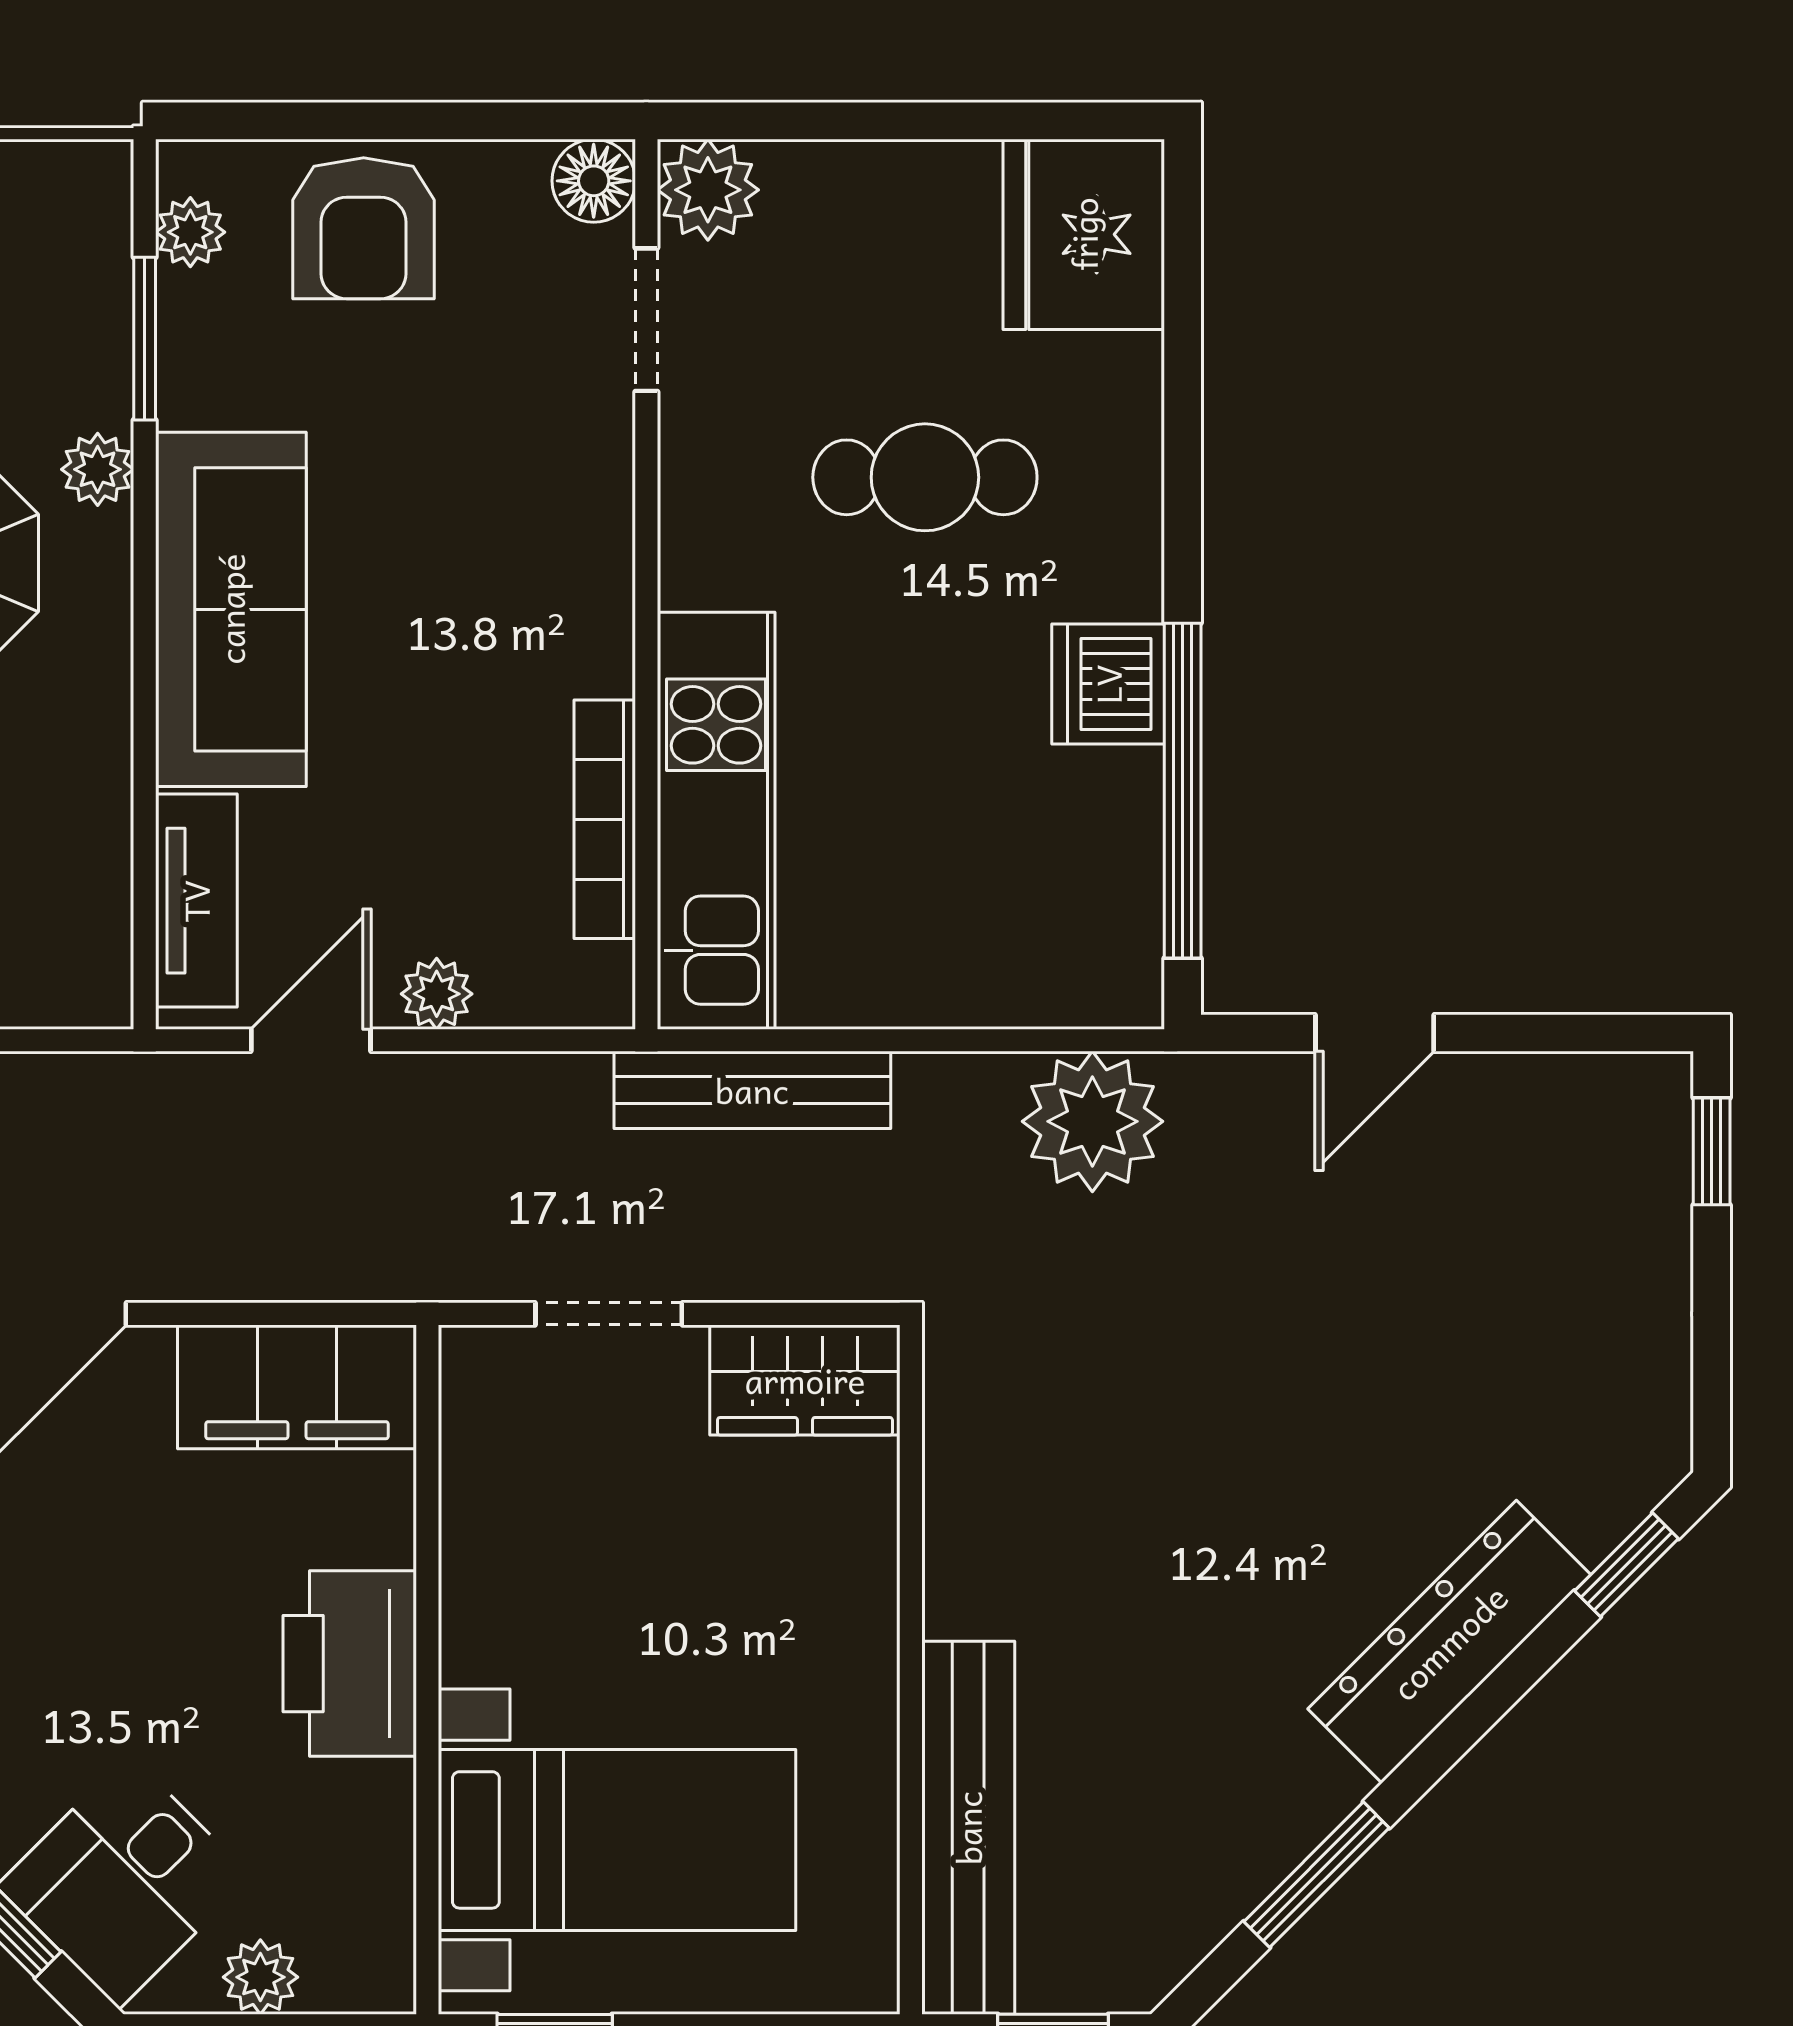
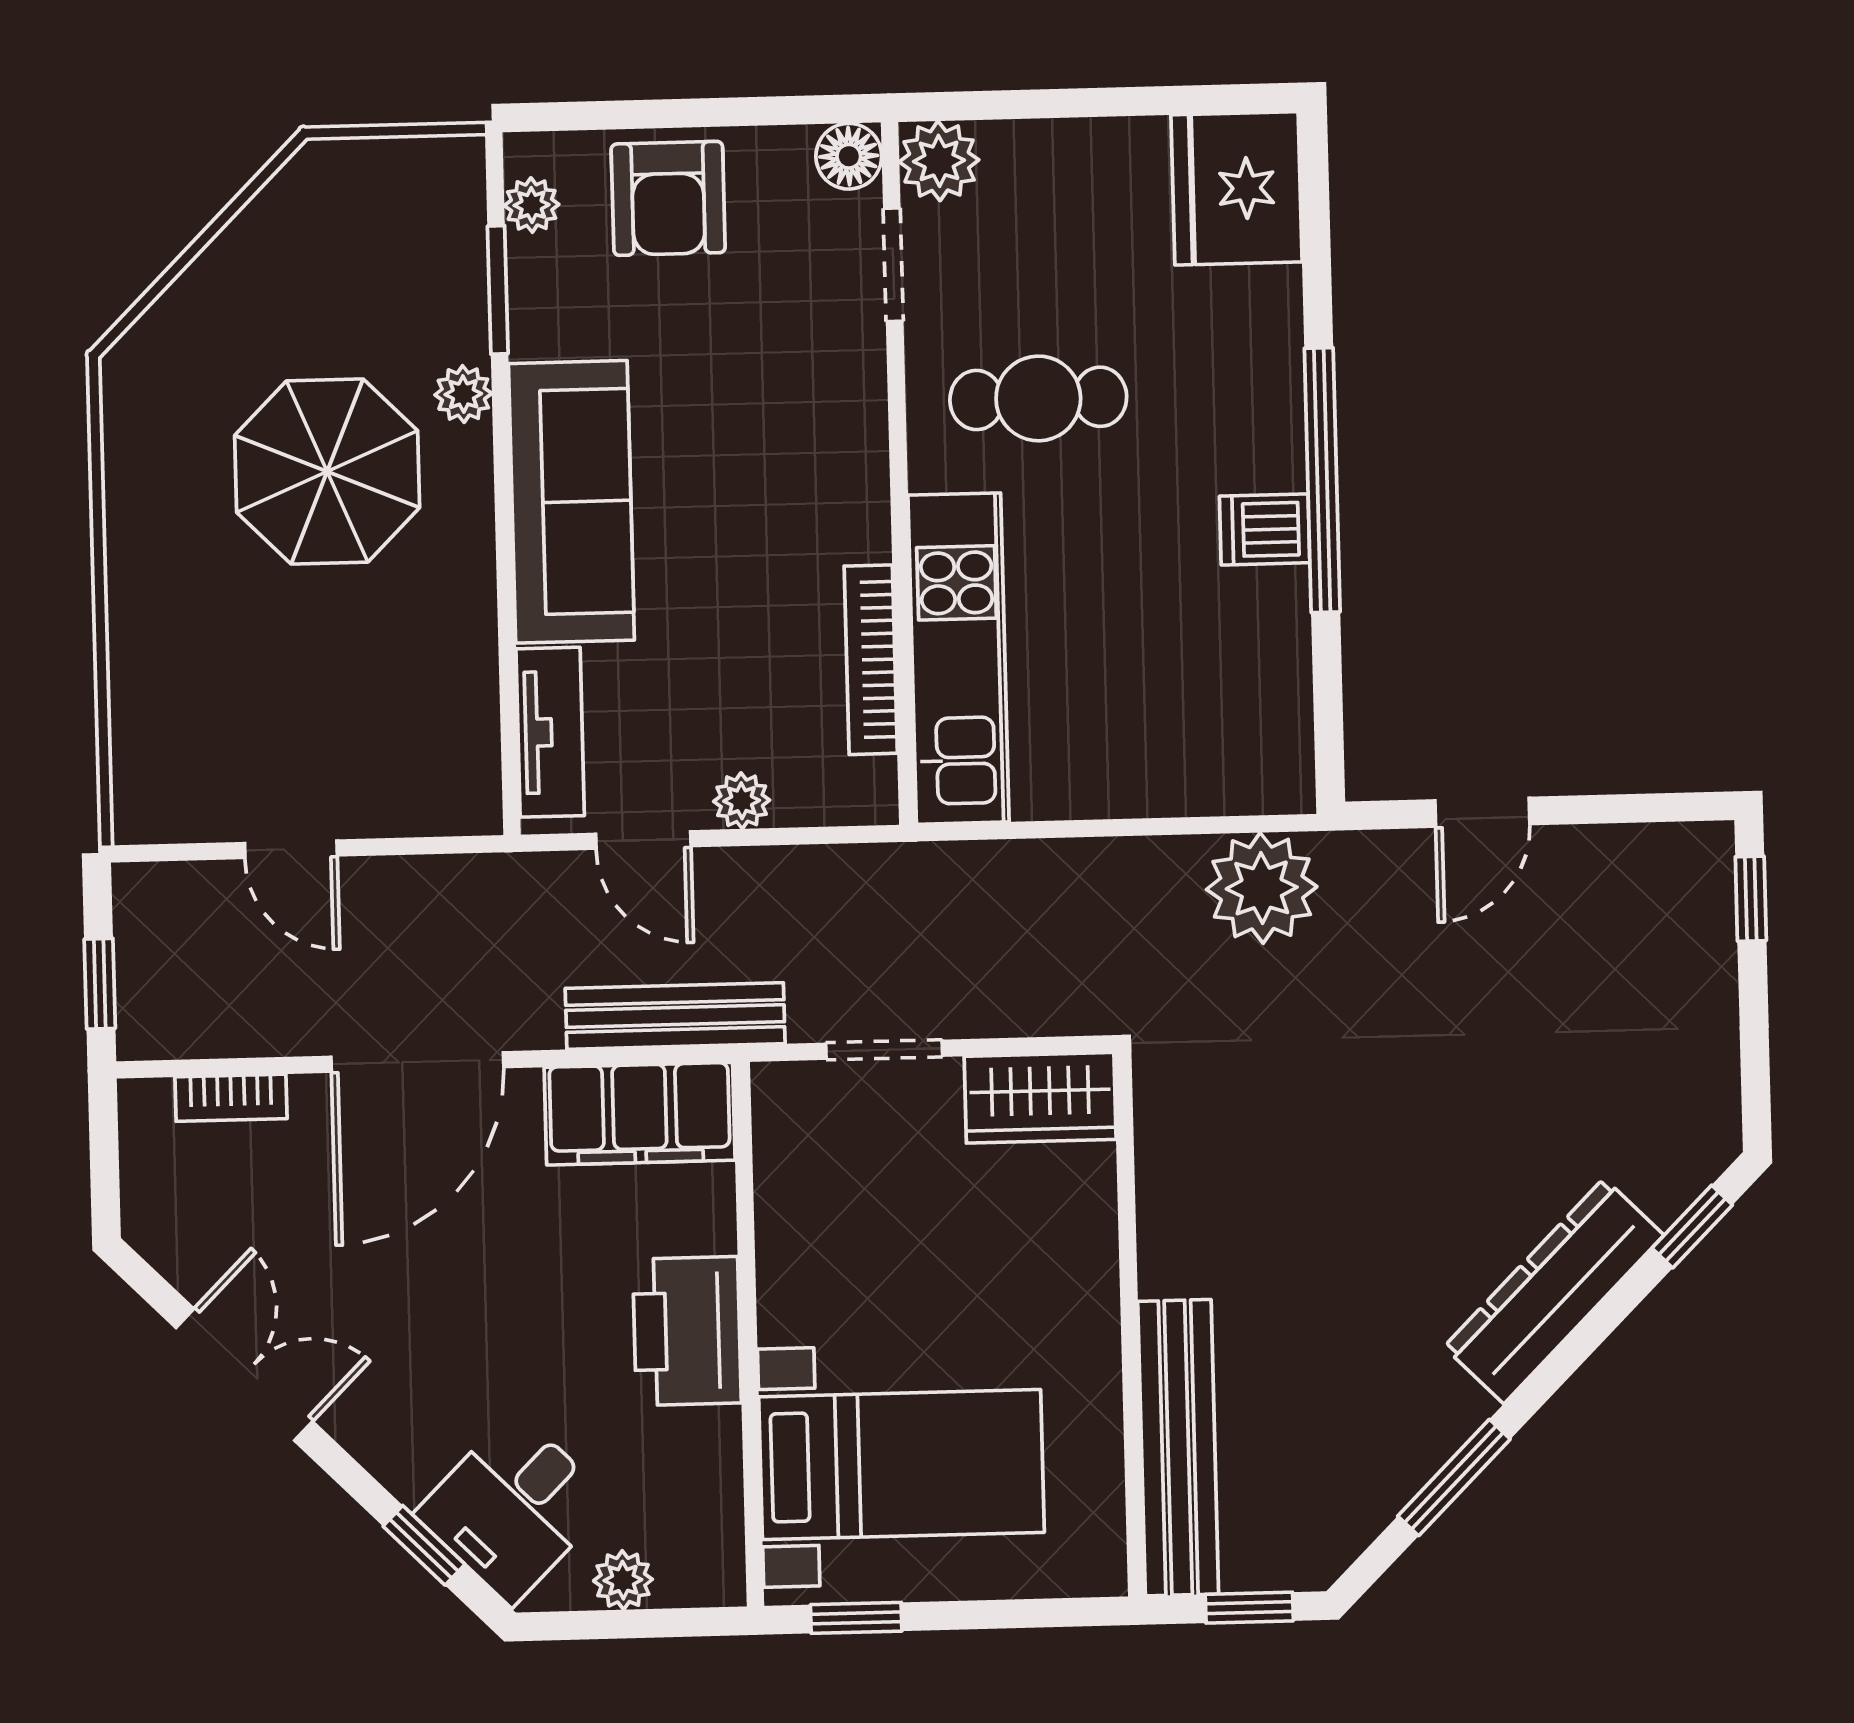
cafe table: (925, 477) -> (1038, 398), moved
dishwasher: (1108, 684) -> (1265, 529), width x0.73
window: (1183, 791) -> (1322, 480), moved
door: (311, 1040) -> (643, 840), swing flipped
bench: (752, 1090) -> (675, 1016), moved

